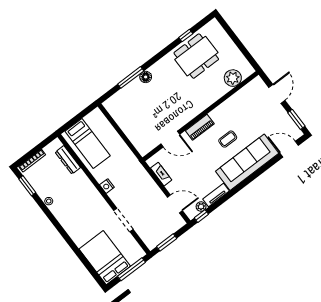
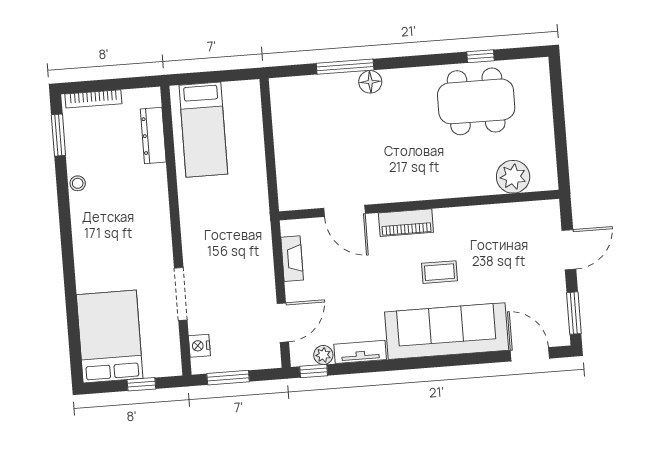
nightstand: (107, 186) -> (199, 346), moved
door: (175, 204) -> (283, 323), hinge flipped
window: (131, 269) -> (141, 384), width x0.46

